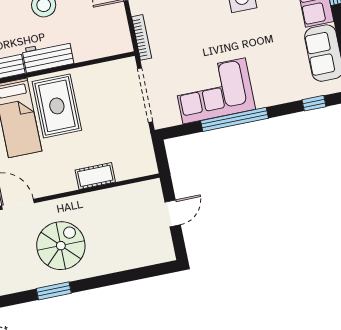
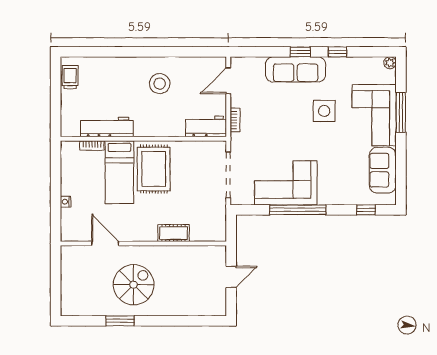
bookcase: (142, 37) -> (235, 120), width x0.64
workbench: (48, 56) -> (206, 126), moved

